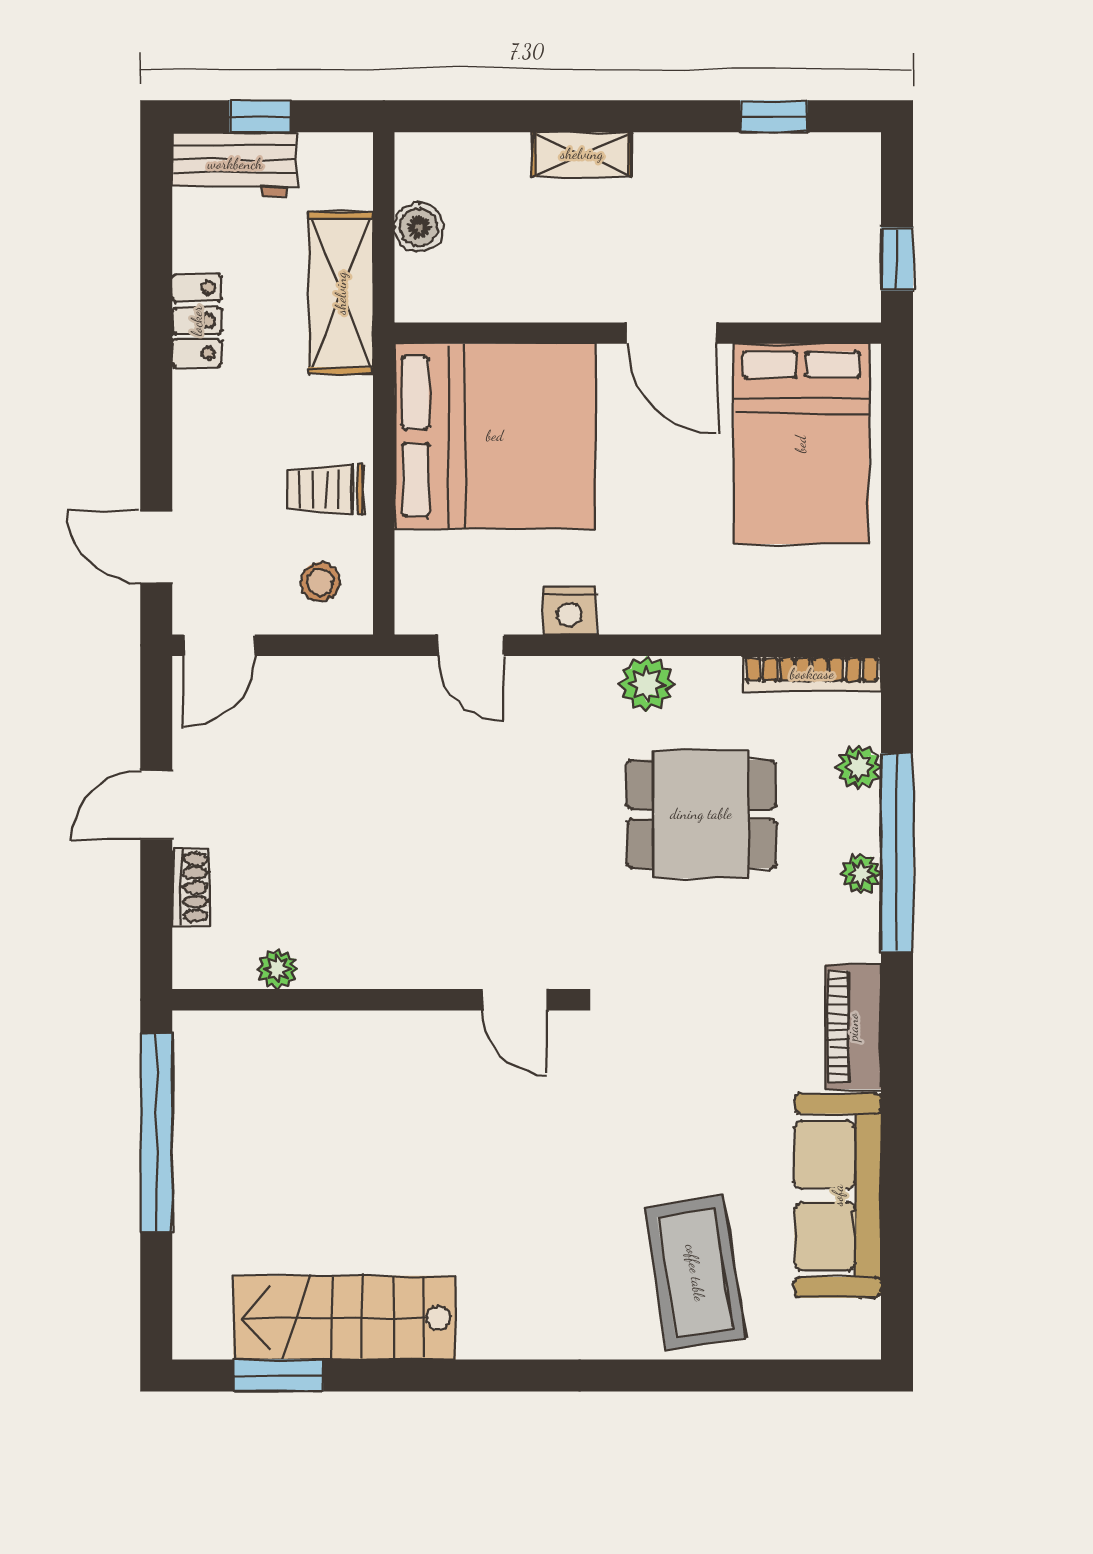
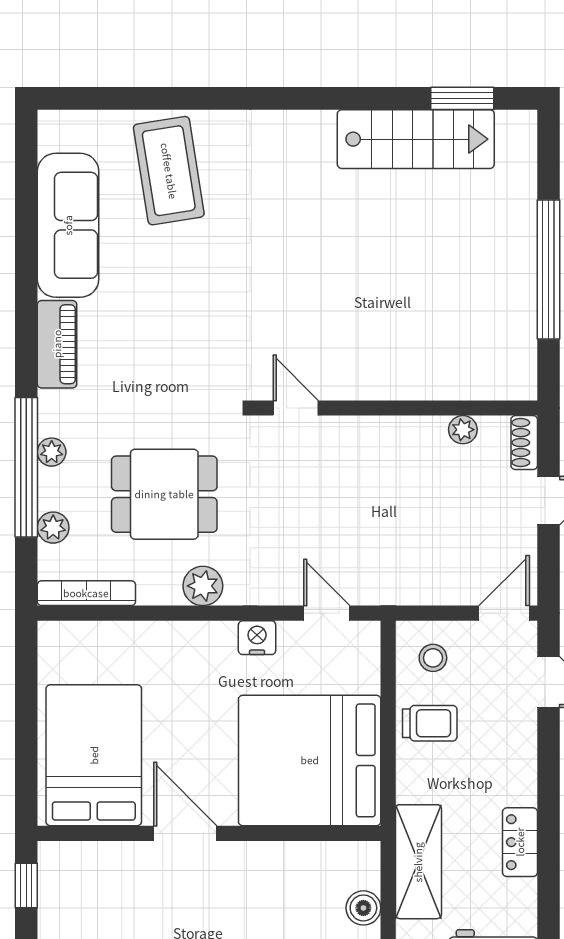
plant: (278, 969) -> (463, 430), moved
wall: (371, 1000) -> (397, 408), moved
door: (515, 1000) -> (296, 408), moved

